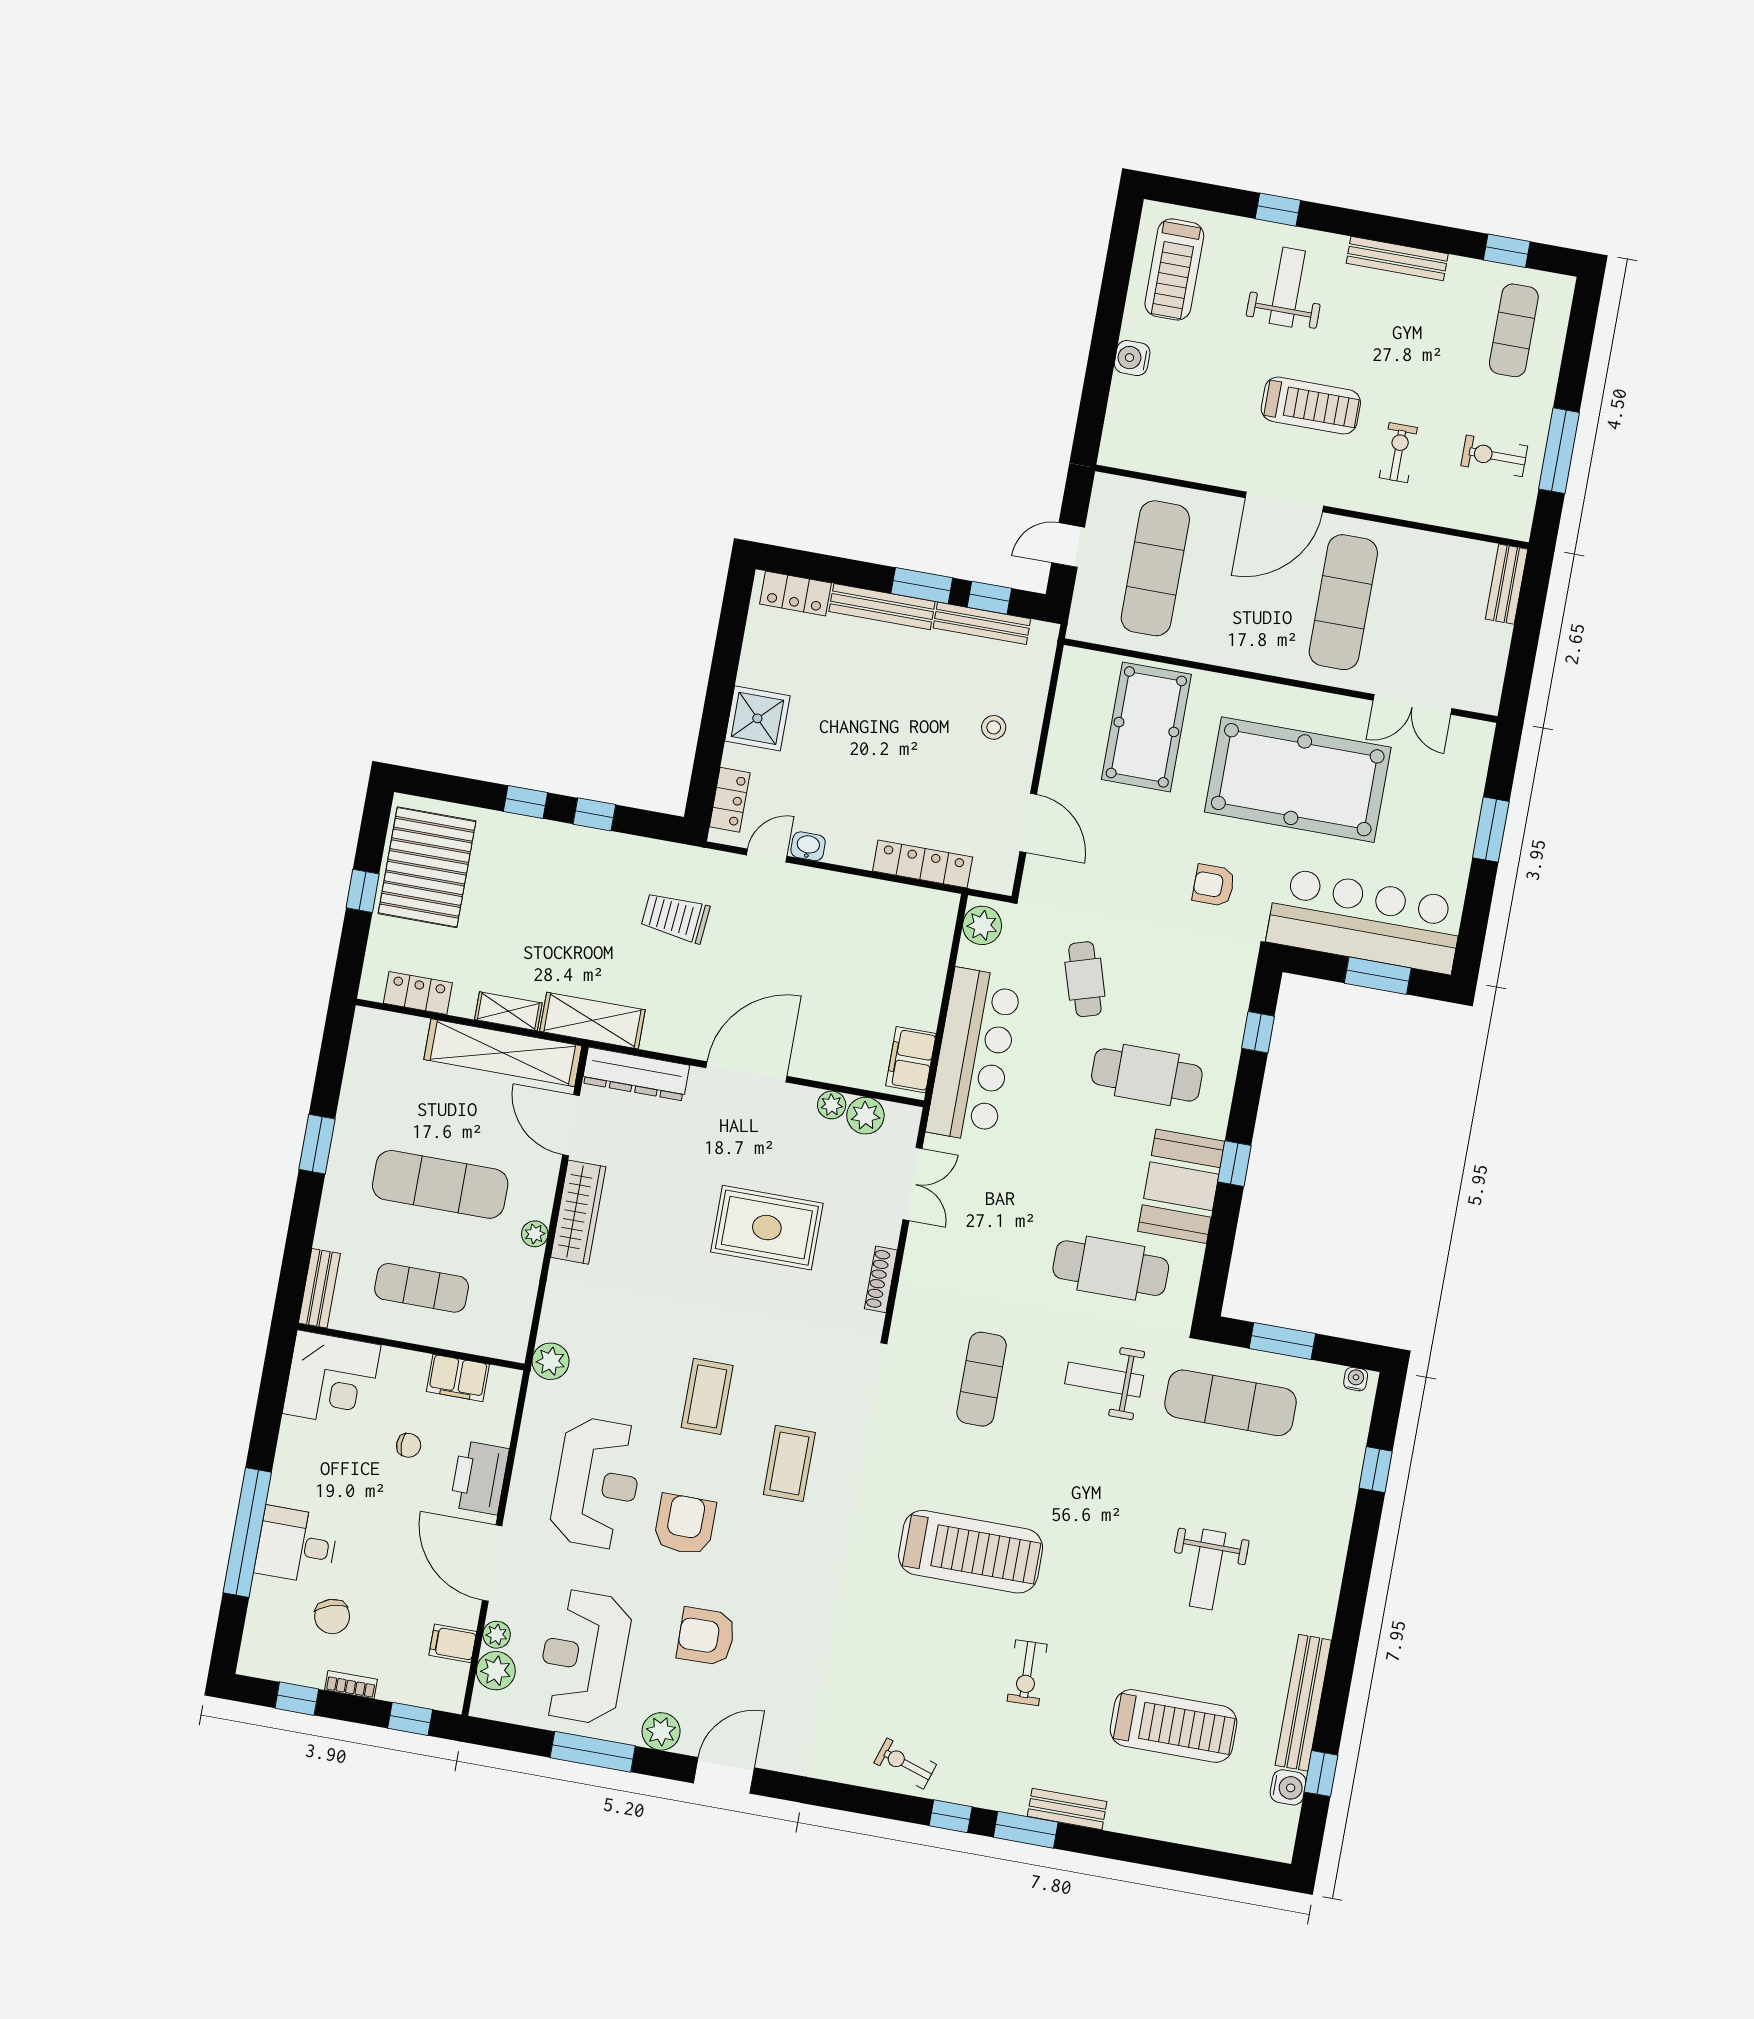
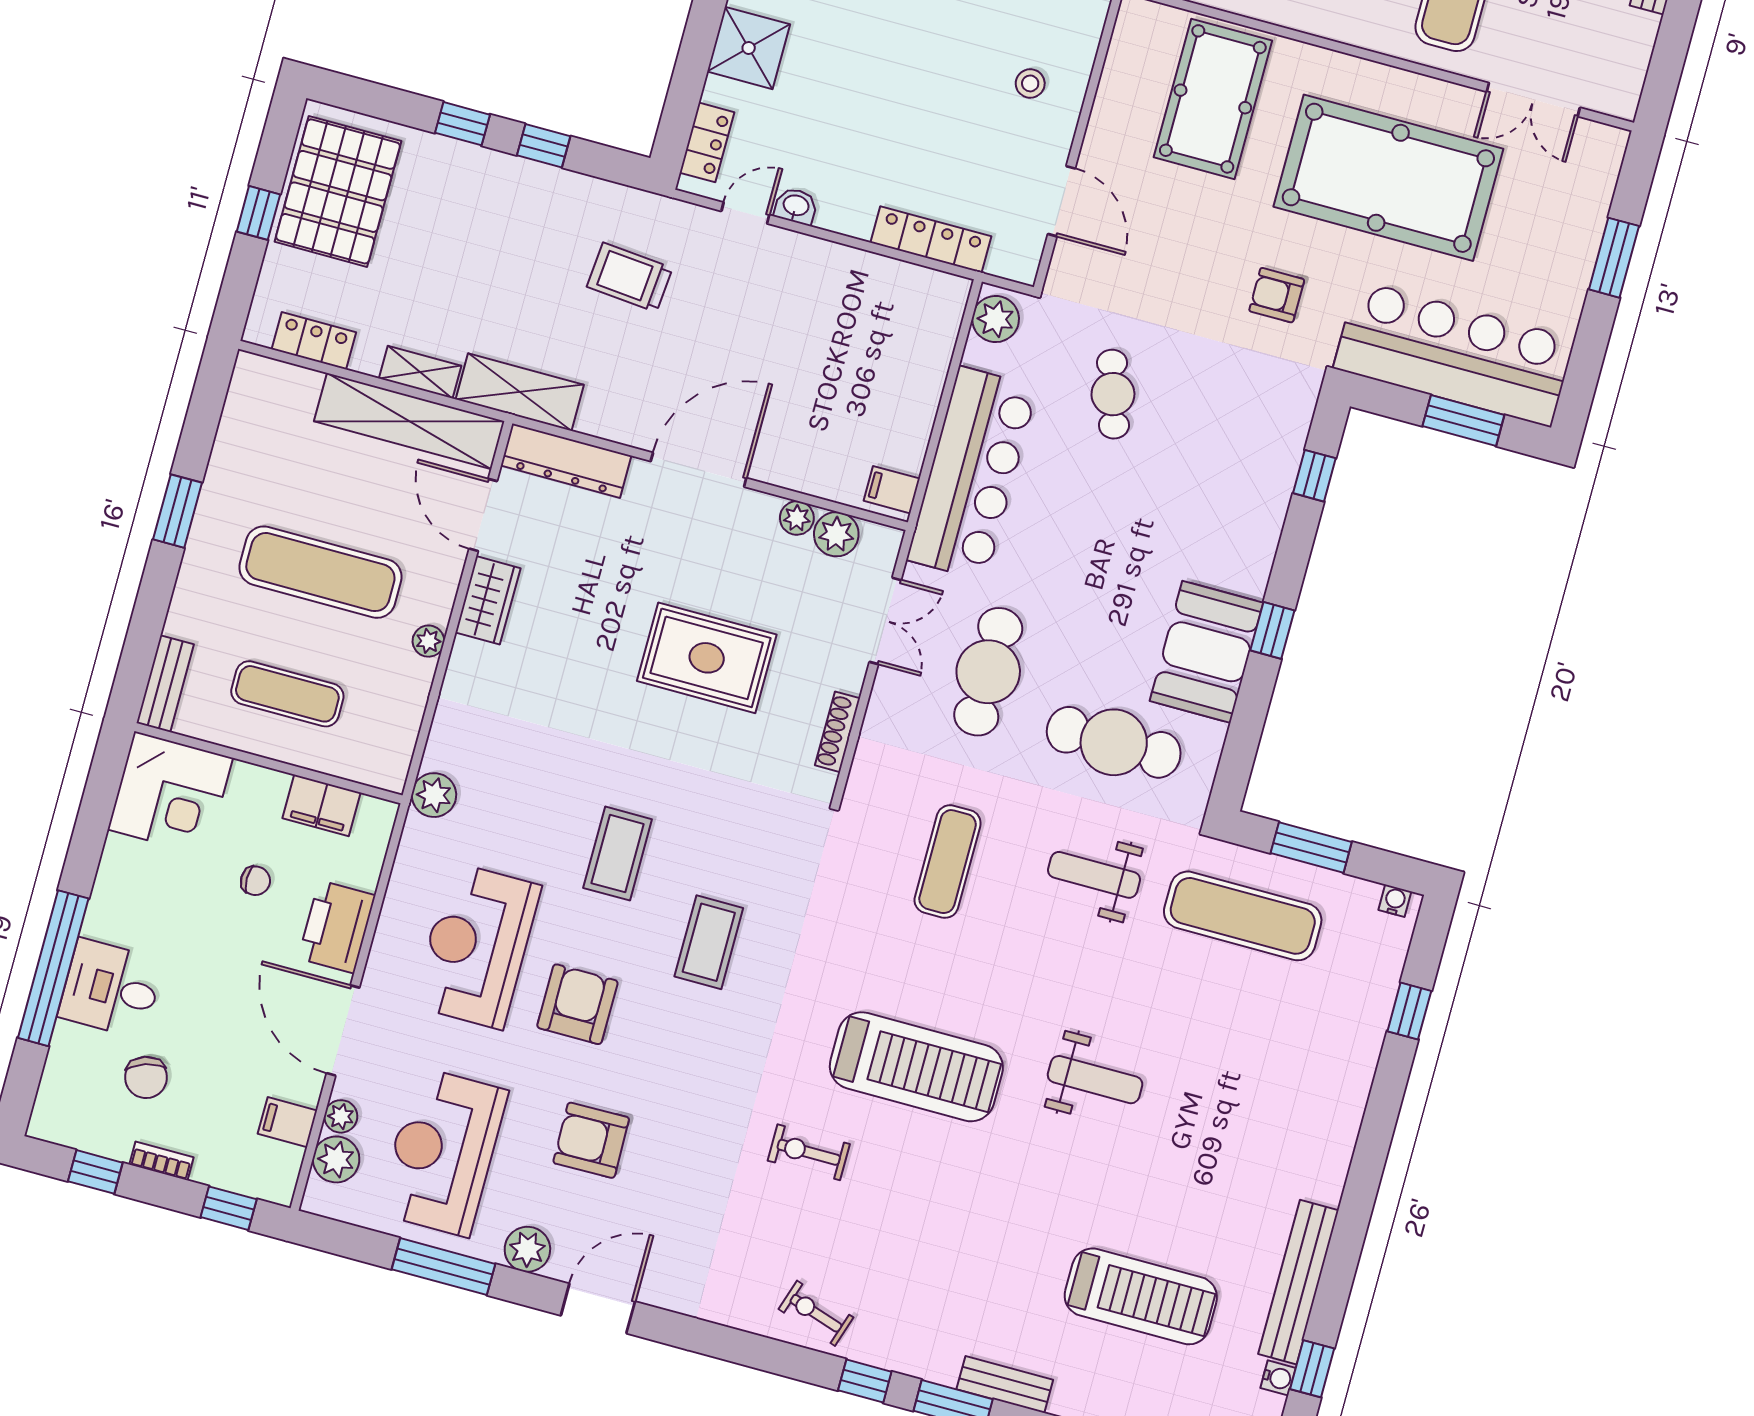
filing cabinet: (911, 1060) -> (892, 490), width x0.50
cafe table: (1147, 1075) -> (988, 672), moved, turned 90
wardrobe: (578, 1212) -> (488, 600), width x0.67
reception desk: (597, 1483) -> (477, 946), turned 180
weight bench: (1208, 1570) -> (1095, 1080), moved, turned -90
exercise bike: (1027, 1673) -> (809, 1152), moved, turned 92
water cooler: (1288, 1787) -> (1278, 1378), width x0.72, depth x0.72

